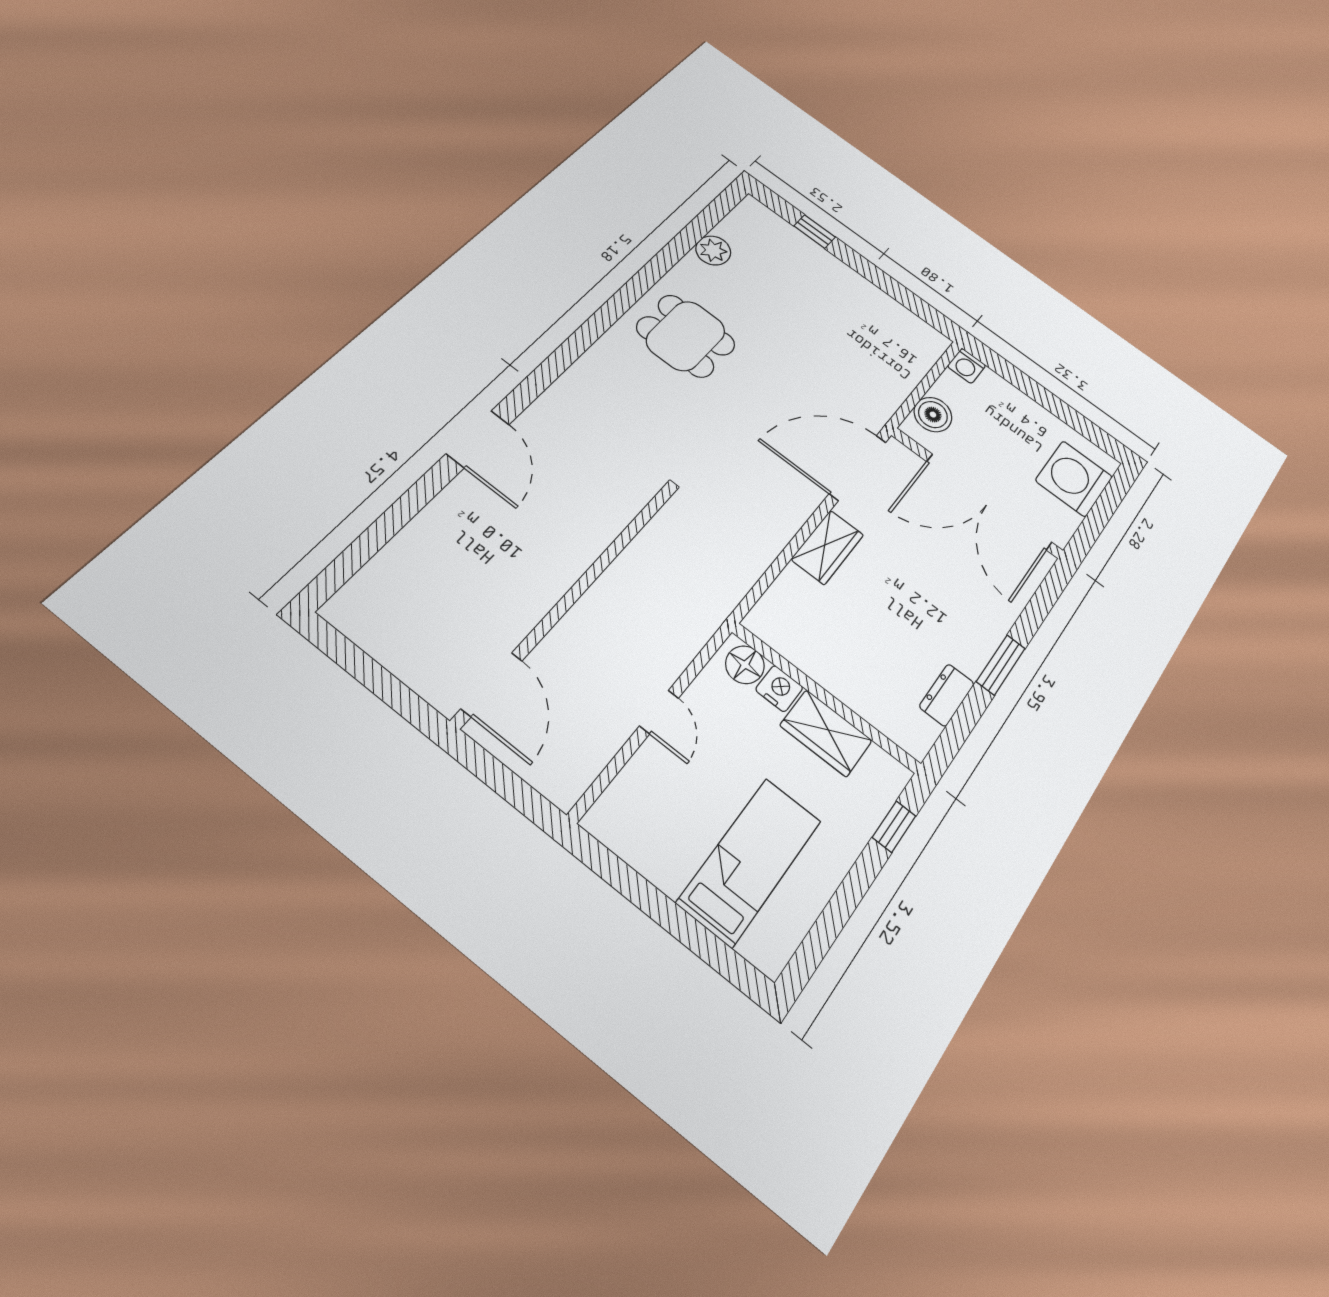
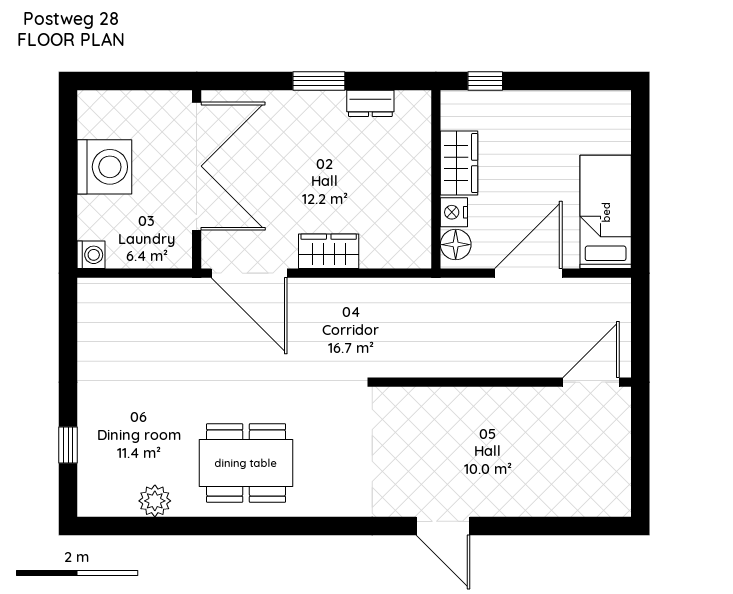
dining table: (686, 336) -> (246, 463), width x1.37
boiler: (933, 415) -> (157, 251), removed
door: (478, 439) -> (443, 526), swing flipped
washing machine: (1074, 479) -> (104, 167), moved, turned -90
door: (659, 712) -> (528, 273), width x1.87
bed: (750, 861) -> (606, 212), moved, turned 90

